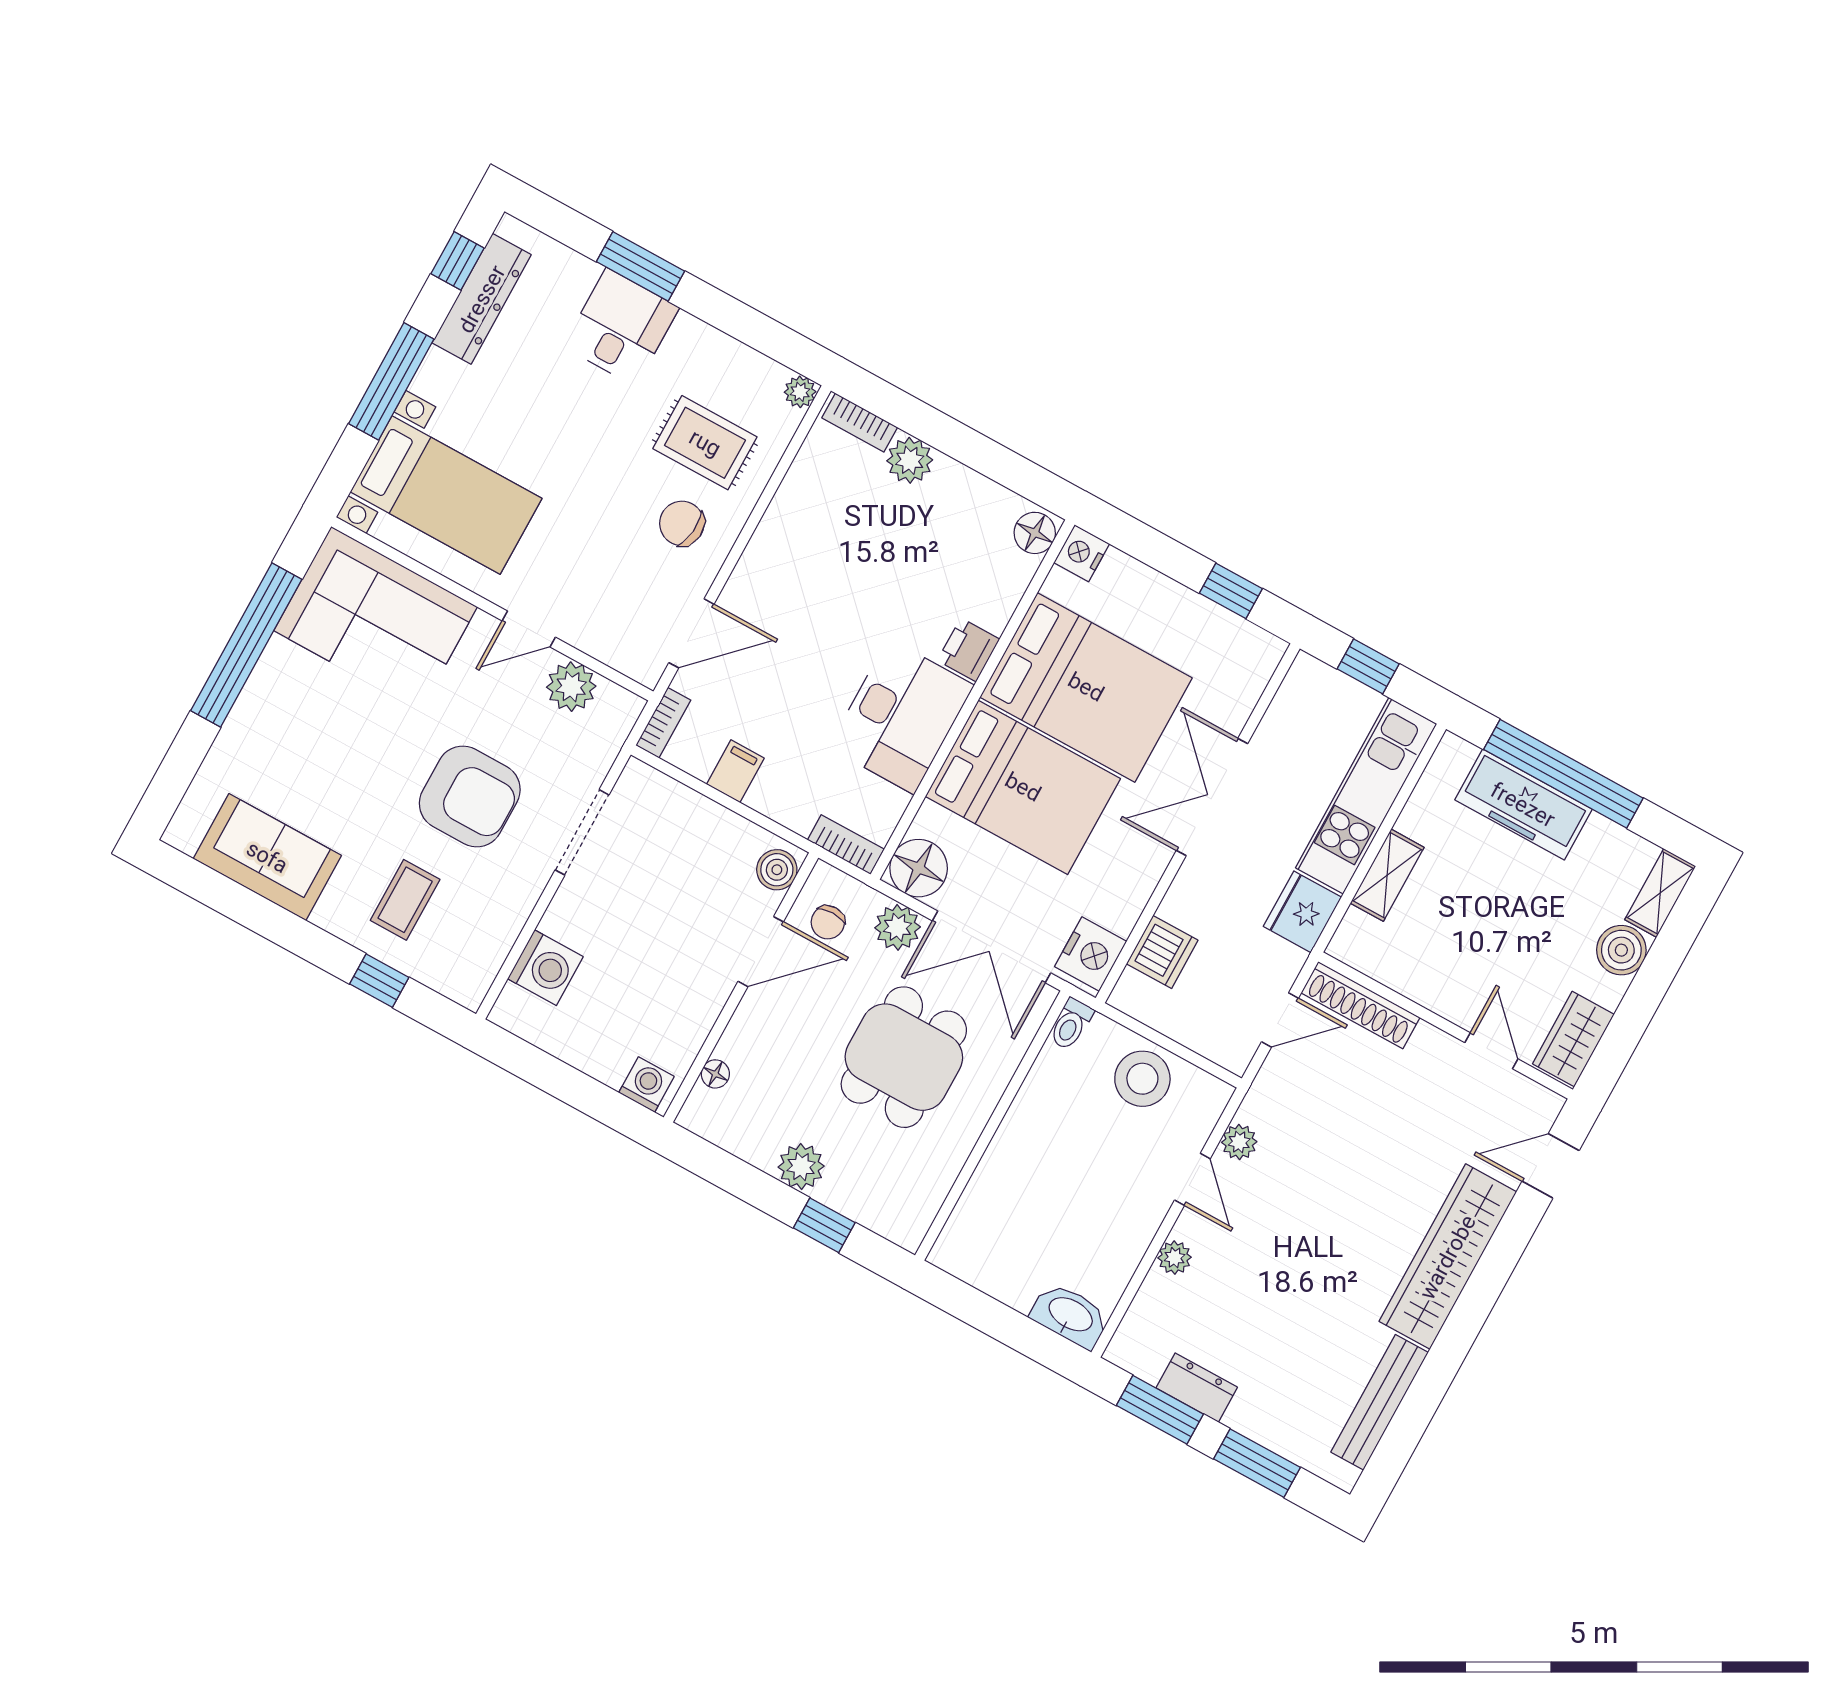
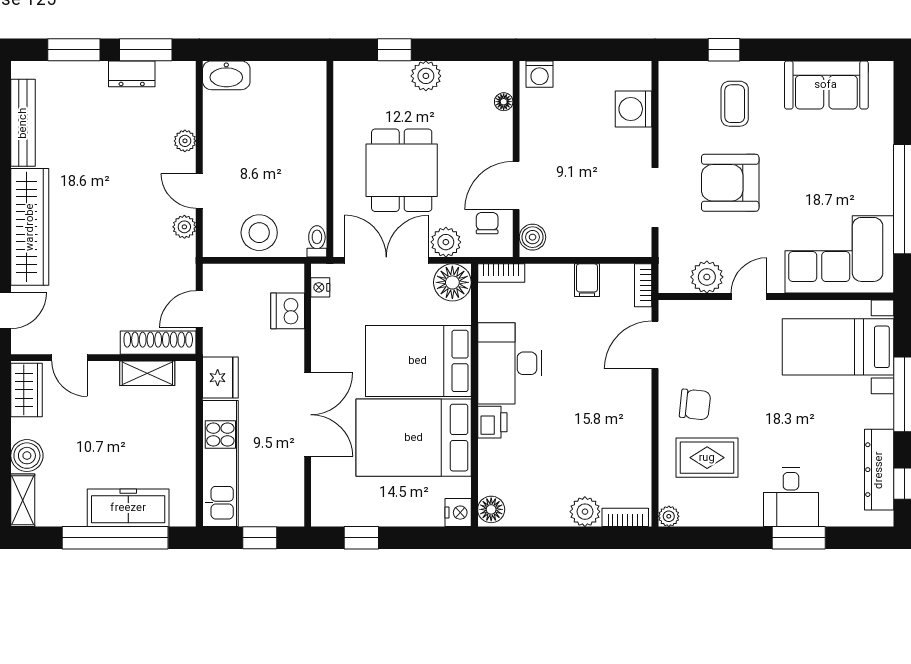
shelving: (1387, 875) -> (147, 373), moved, turned 90
nightstand: (1091, 954) -> (320, 287), width x0.53, depth x0.56

